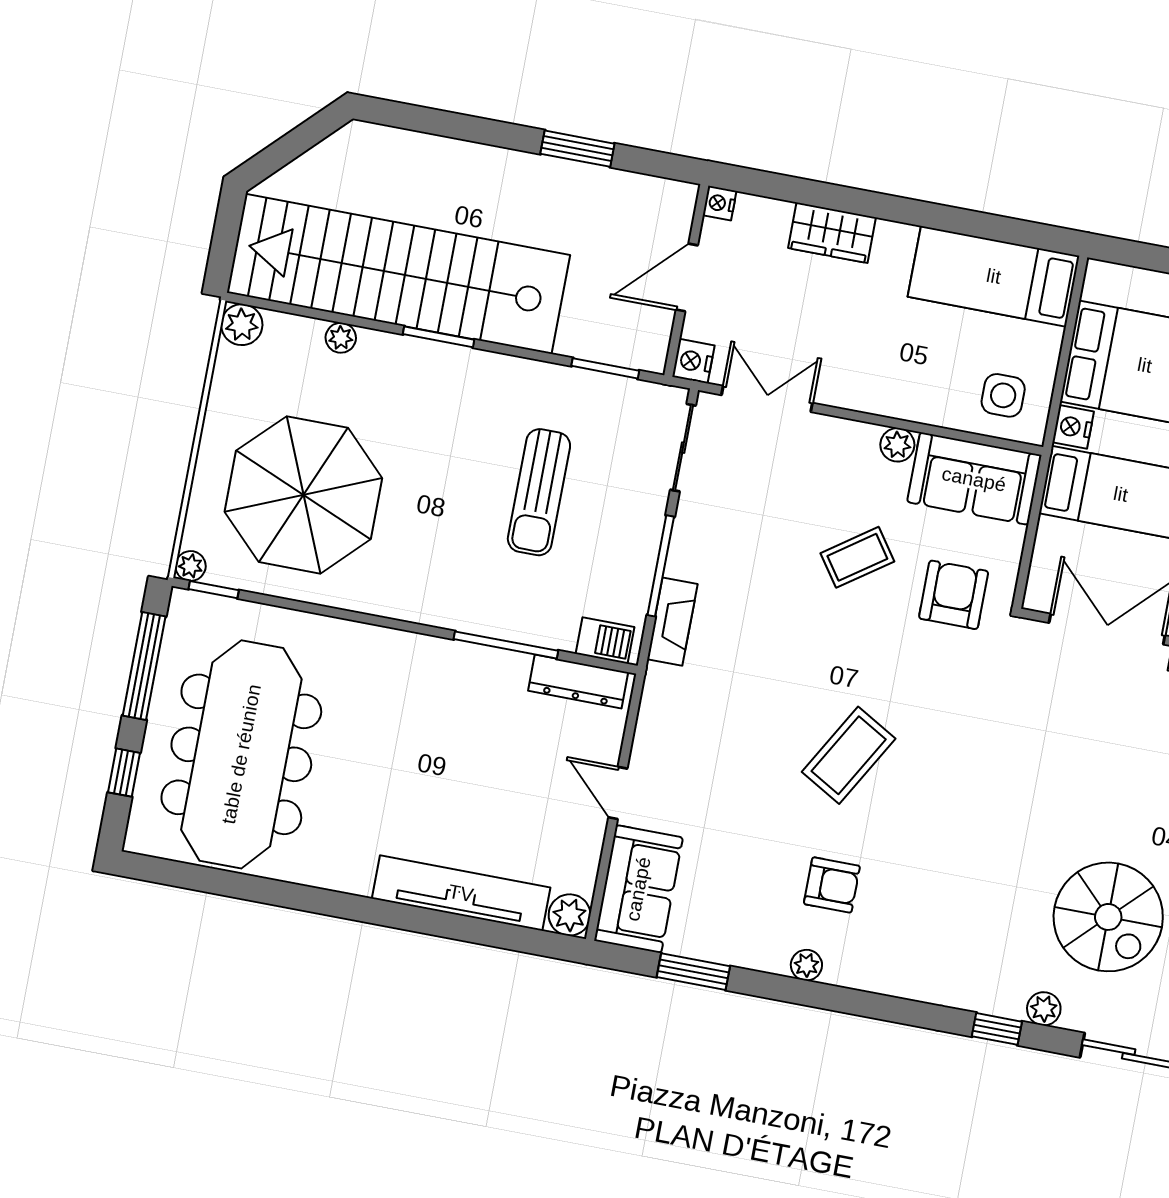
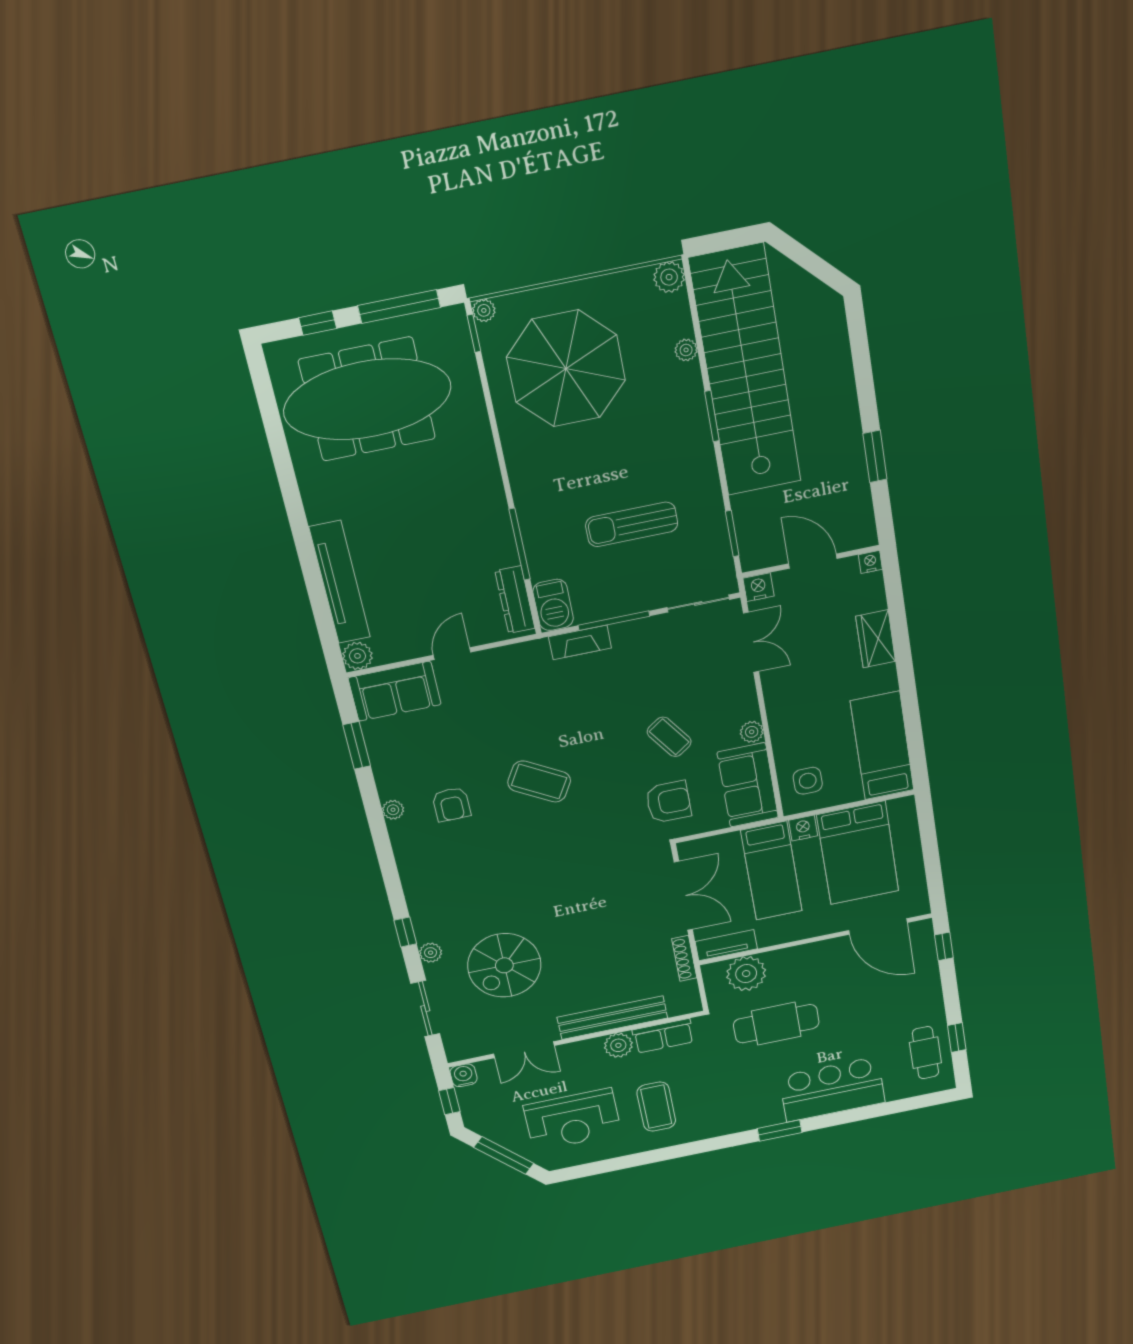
barbecue: (605, 640) -> (553, 605), width x1.38, depth x1.27

